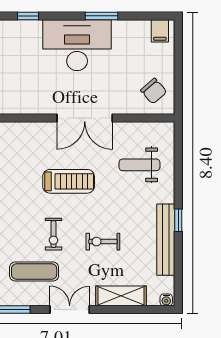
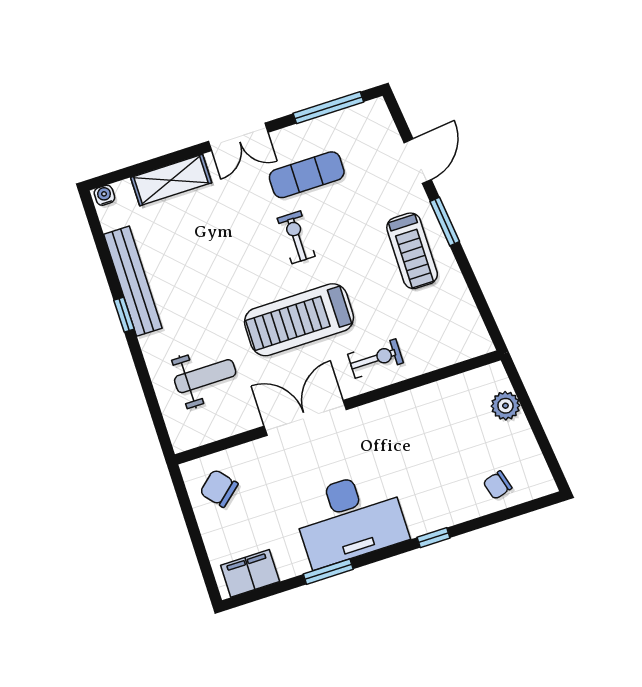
filing cabinet: (160, 31) -> (250, 573), width x2.00
treadmill: (69, 181) -> (299, 320), width x1.37, depth x1.38
exercise bike: (103, 242) -> (375, 359), moved

